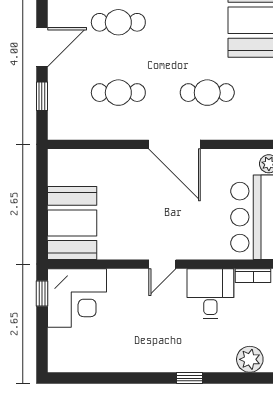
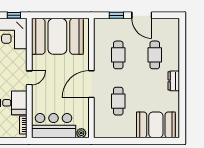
booth: (72, 223) -> (57, 36), width x1.36, depth x1.42
door: (162, 264) -> (29, 78), swing flipped

